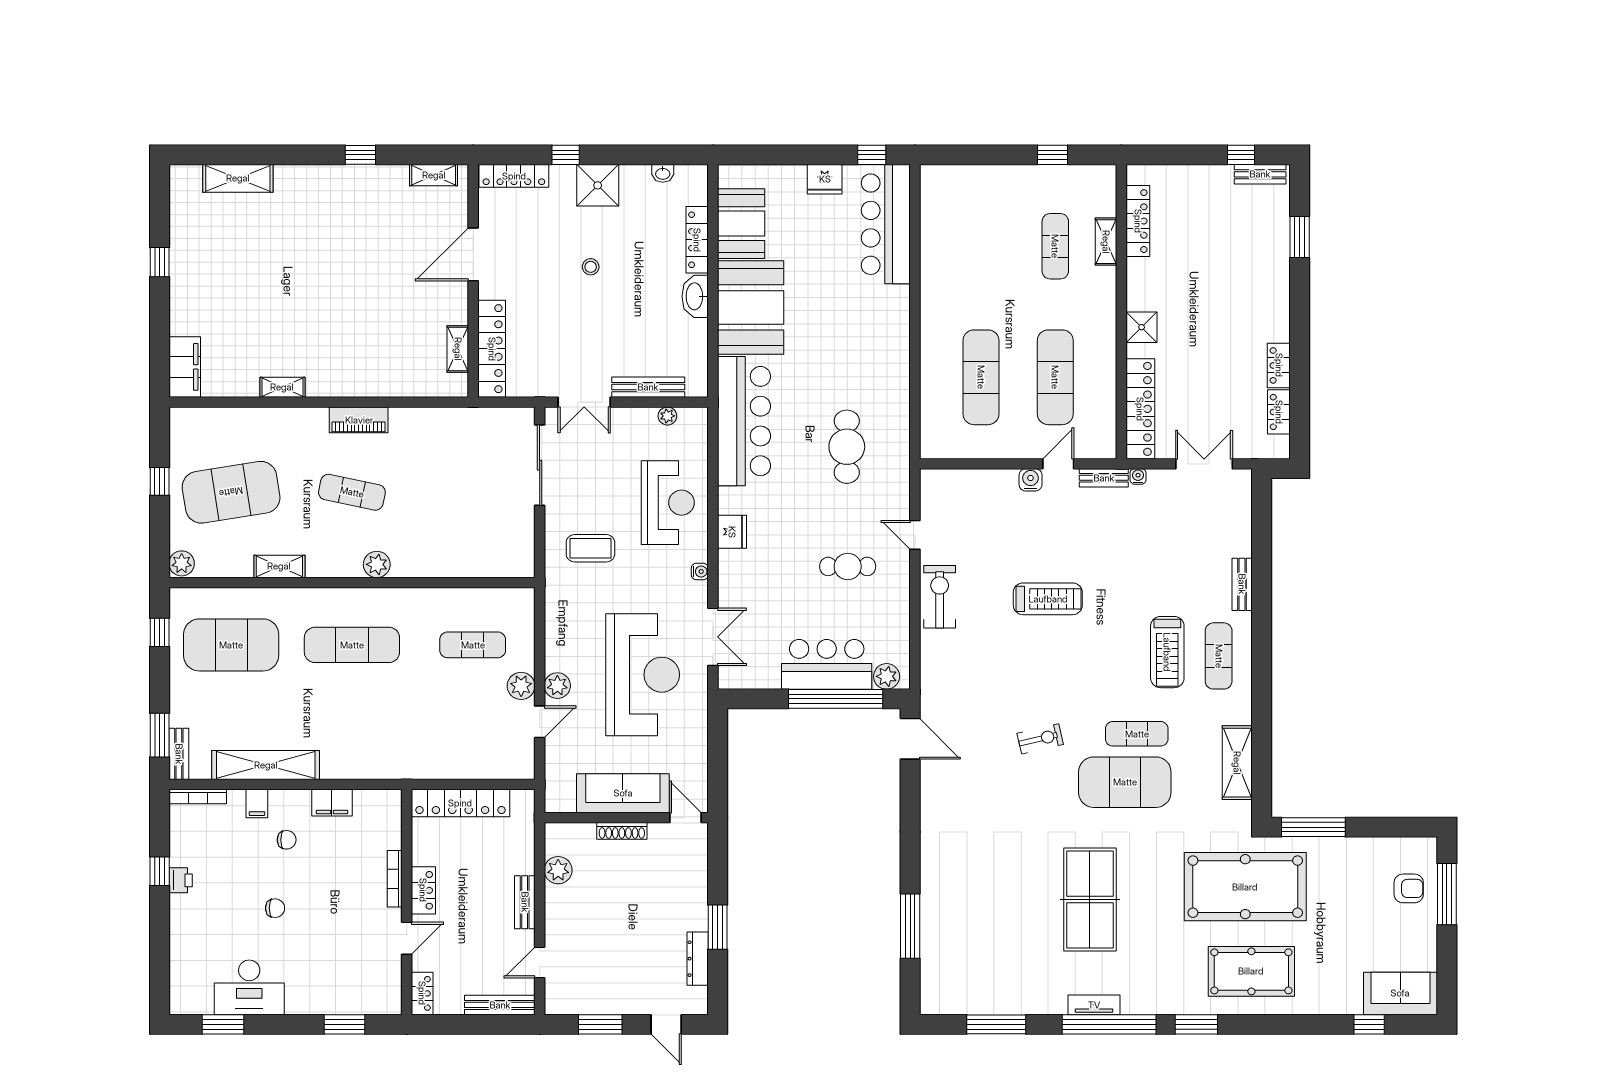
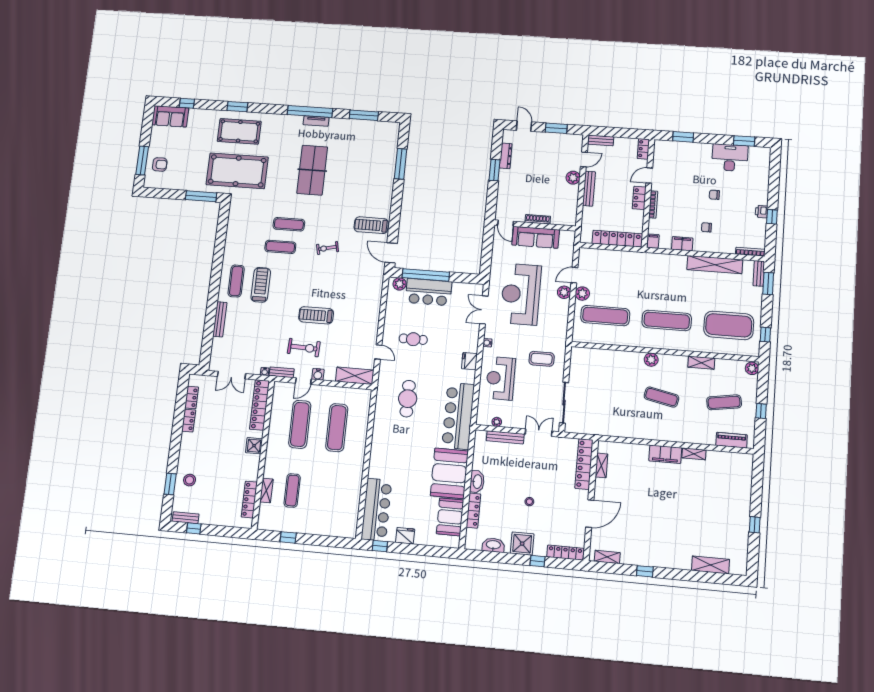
washbasin: (663, 173) -> (493, 545), width x1.91, depth x1.45
stool: (1262, 248) -> (190, 480), added
filing cabinet: (185, 367) -> (665, 454), moved, turned -90
piano: (359, 420) -> (732, 440), moved
exercise mat: (231, 492) -> (724, 402), width x0.50, depth x0.69
bench: (1242, 584) -> (220, 319), width x1.36
exercise bike: (940, 597) -> (304, 348), moved, turned -88
exercise mat: (473, 645) -> (605, 316), width x1.36, depth x1.45
shelving: (1237, 763) -> (355, 376), moved, turned 90
exercise mat: (1125, 782) -> (289, 224), width x0.50, depth x0.69
treadmill: (956, 793) -> (371, 225), added
filing cabinet: (257, 804) -> (653, 241), moved
plant: (558, 870) -> (573, 178), moved
armchair: (1409, 888) -> (160, 164), turned 180
bench: (525, 902) -> (589, 189), width x1.36
bench: (500, 1005) -> (601, 140), width x0.73
window: (1196, 1024) -> (237, 107), moved

